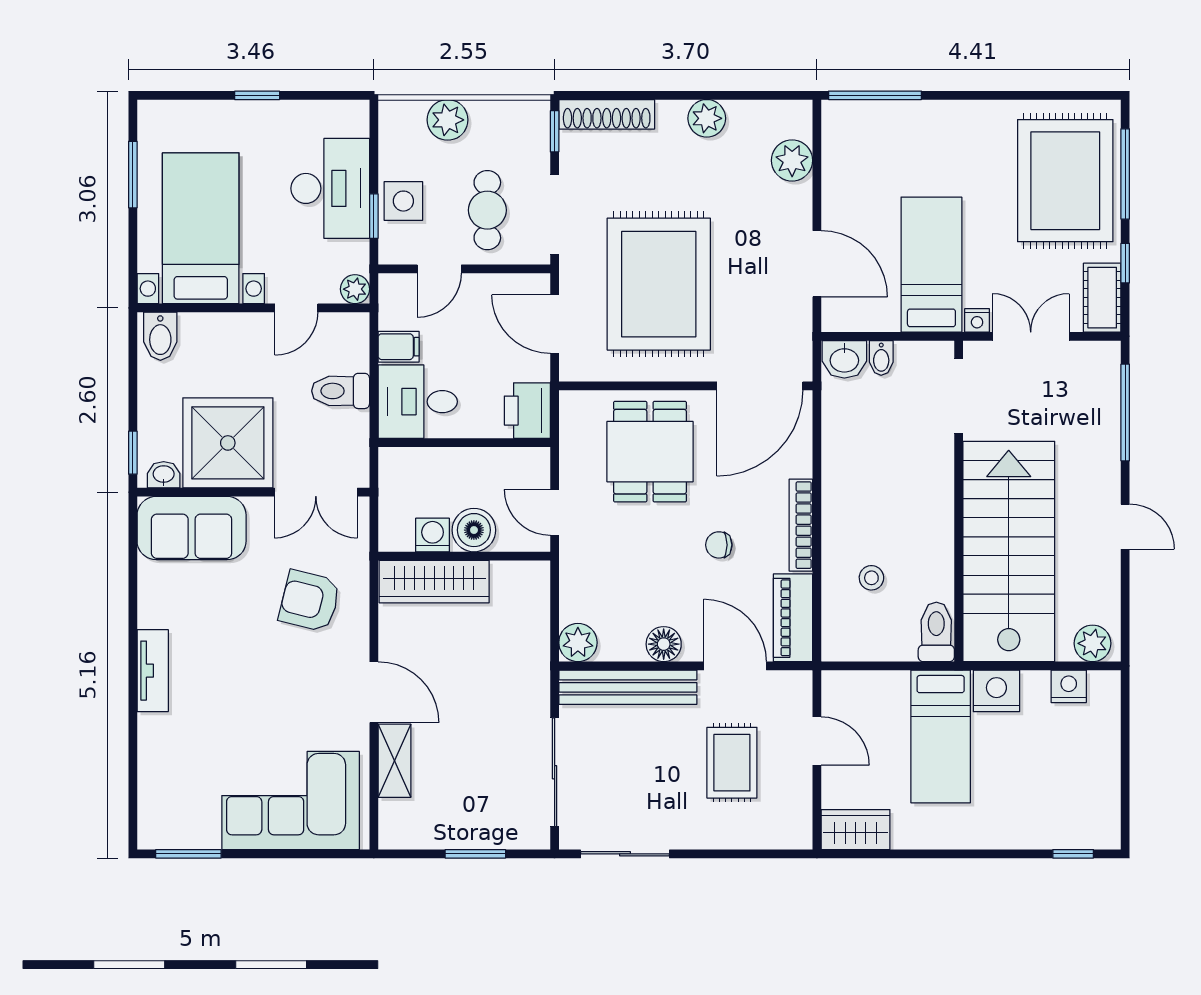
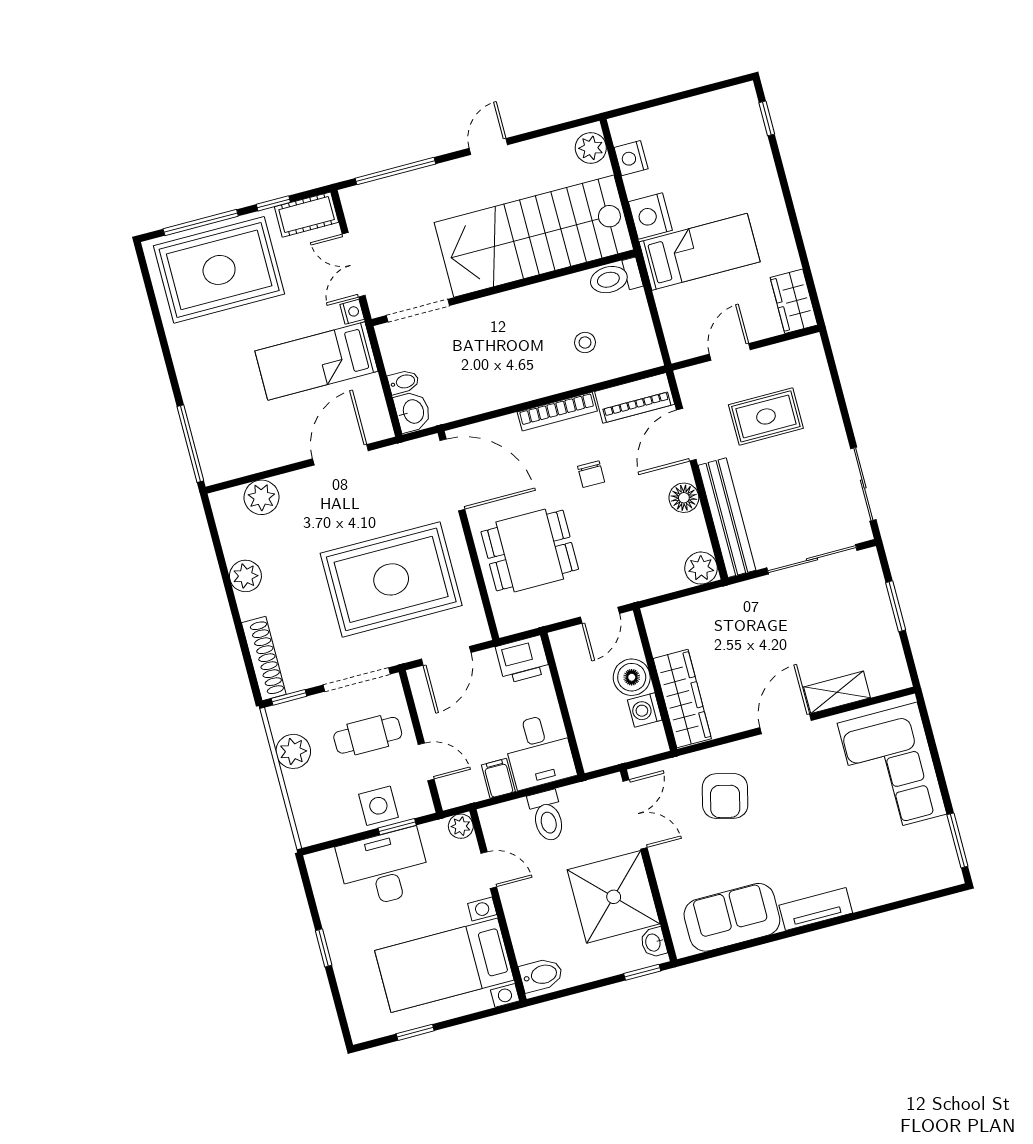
plant: (448, 120) -> (293, 751), moved
window: (133, 175) -> (415, 1032), width x0.67
sofa: (192, 528) -> (732, 917), moved, turned -90

